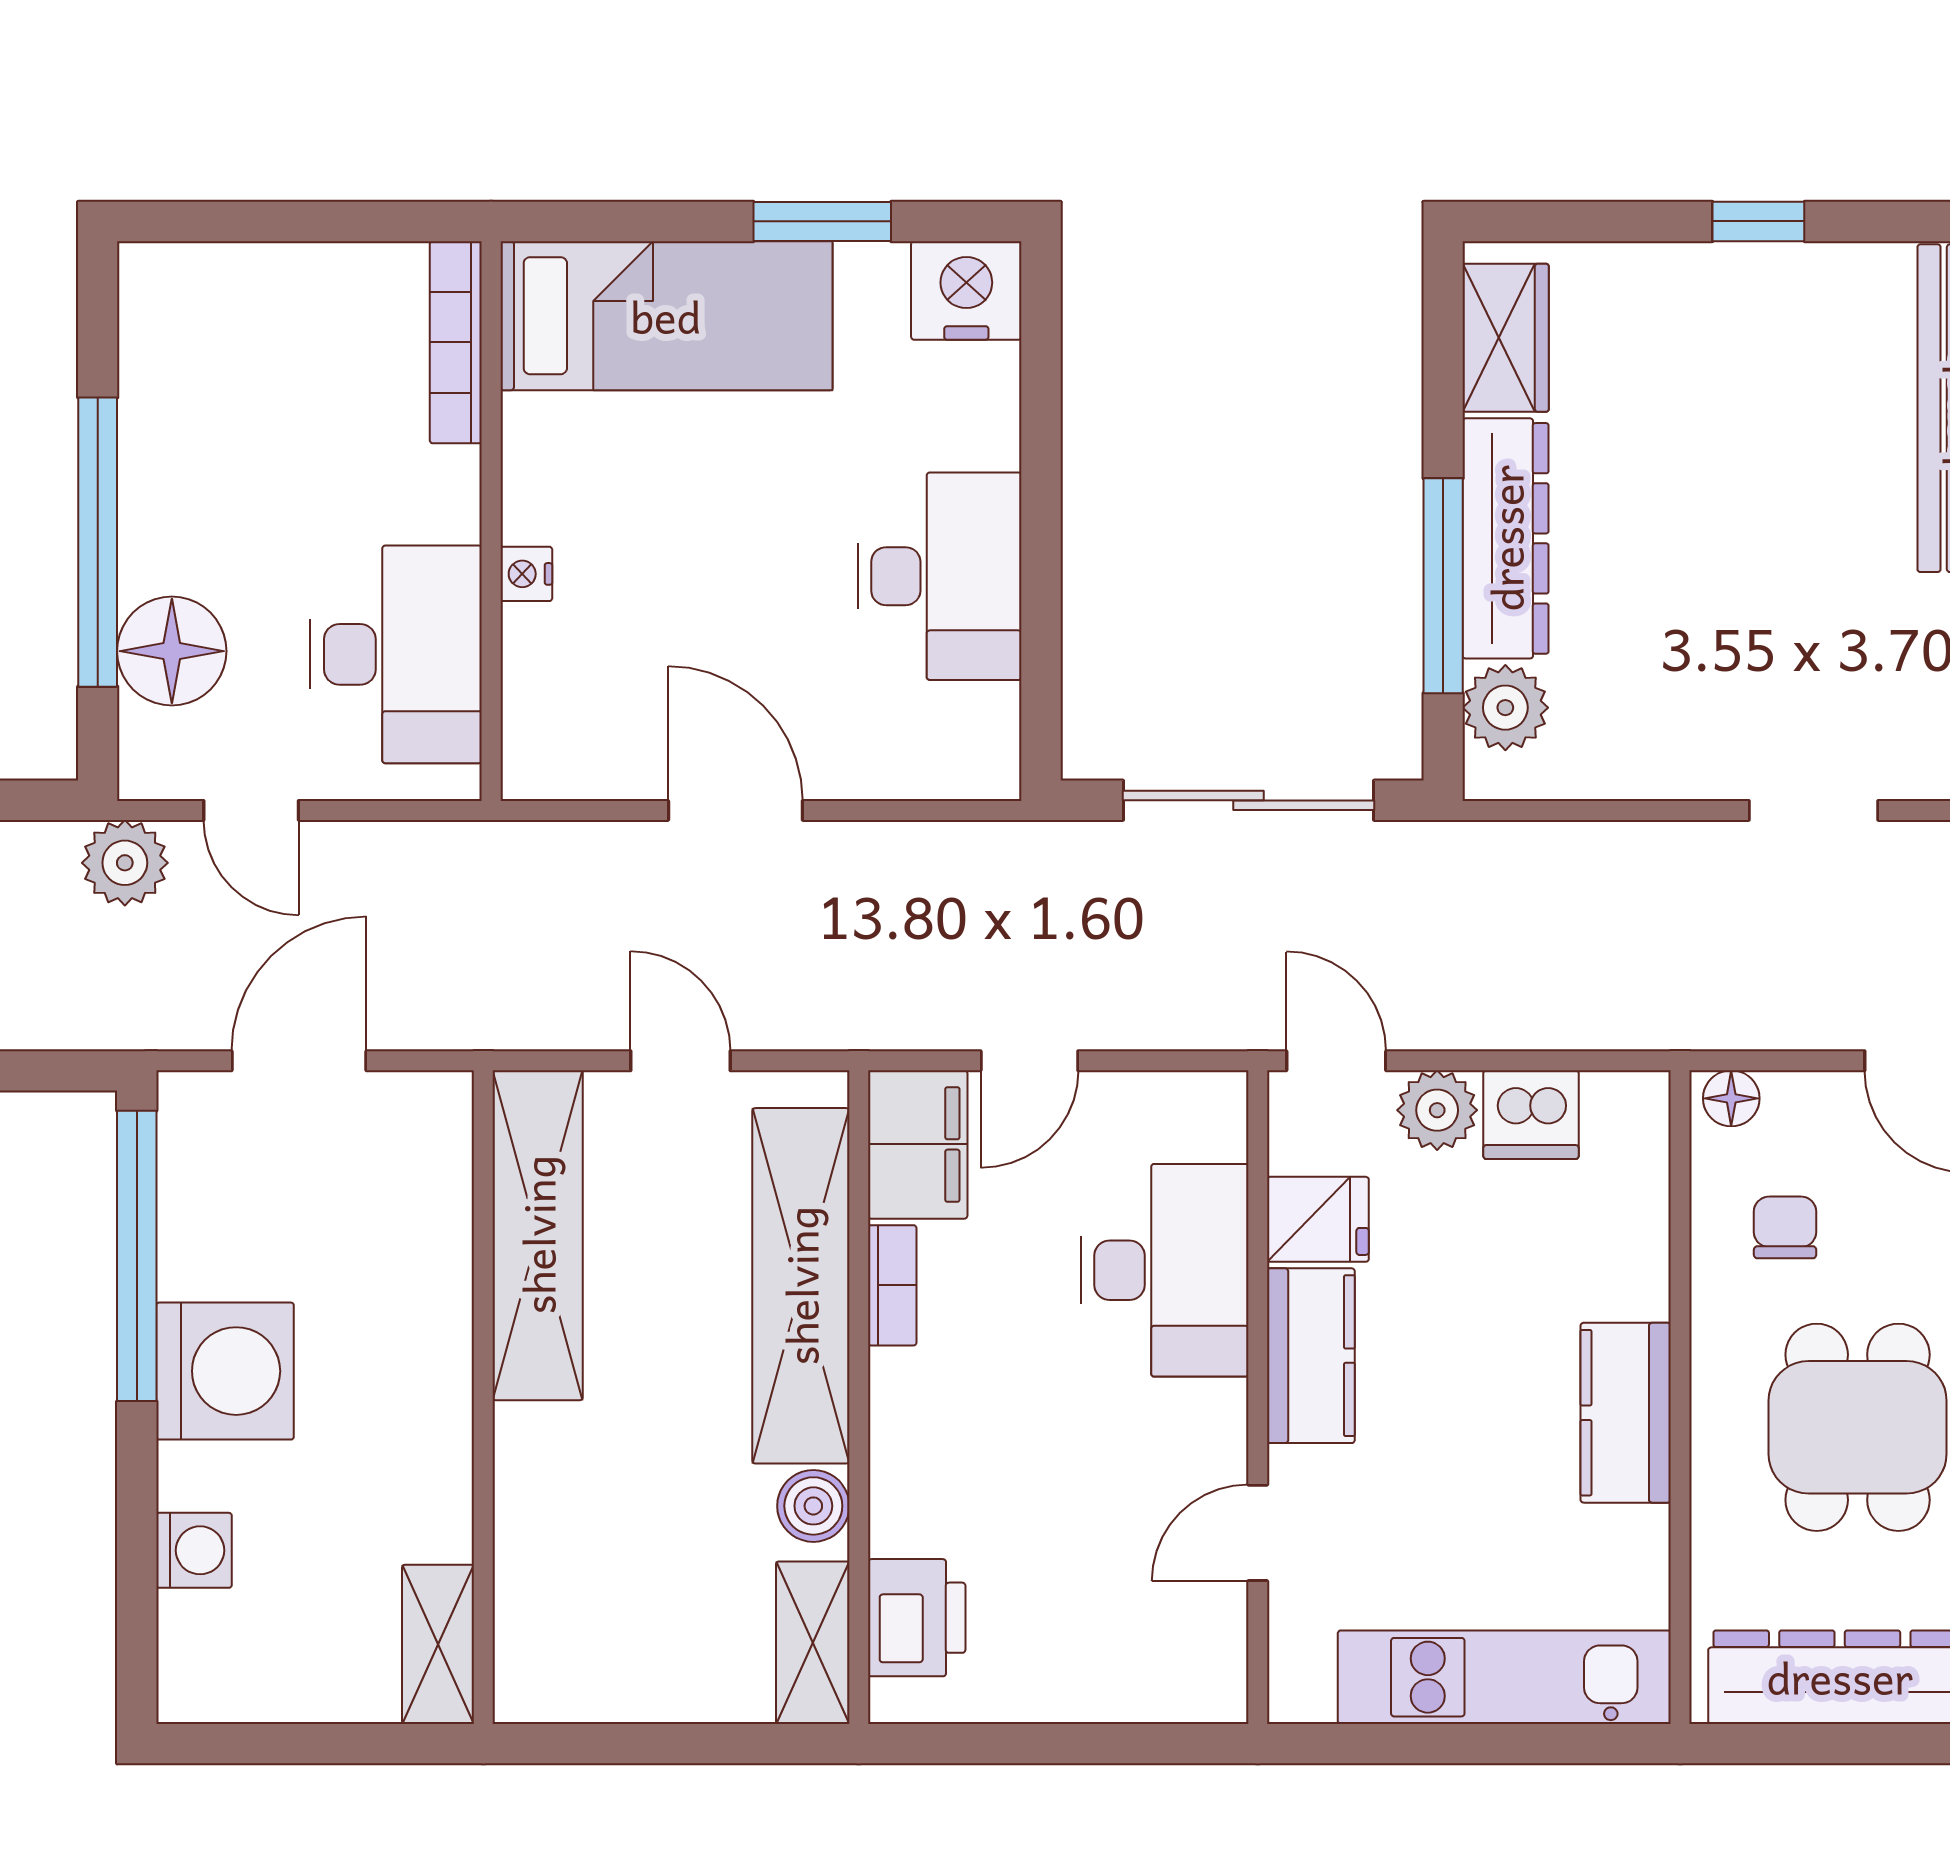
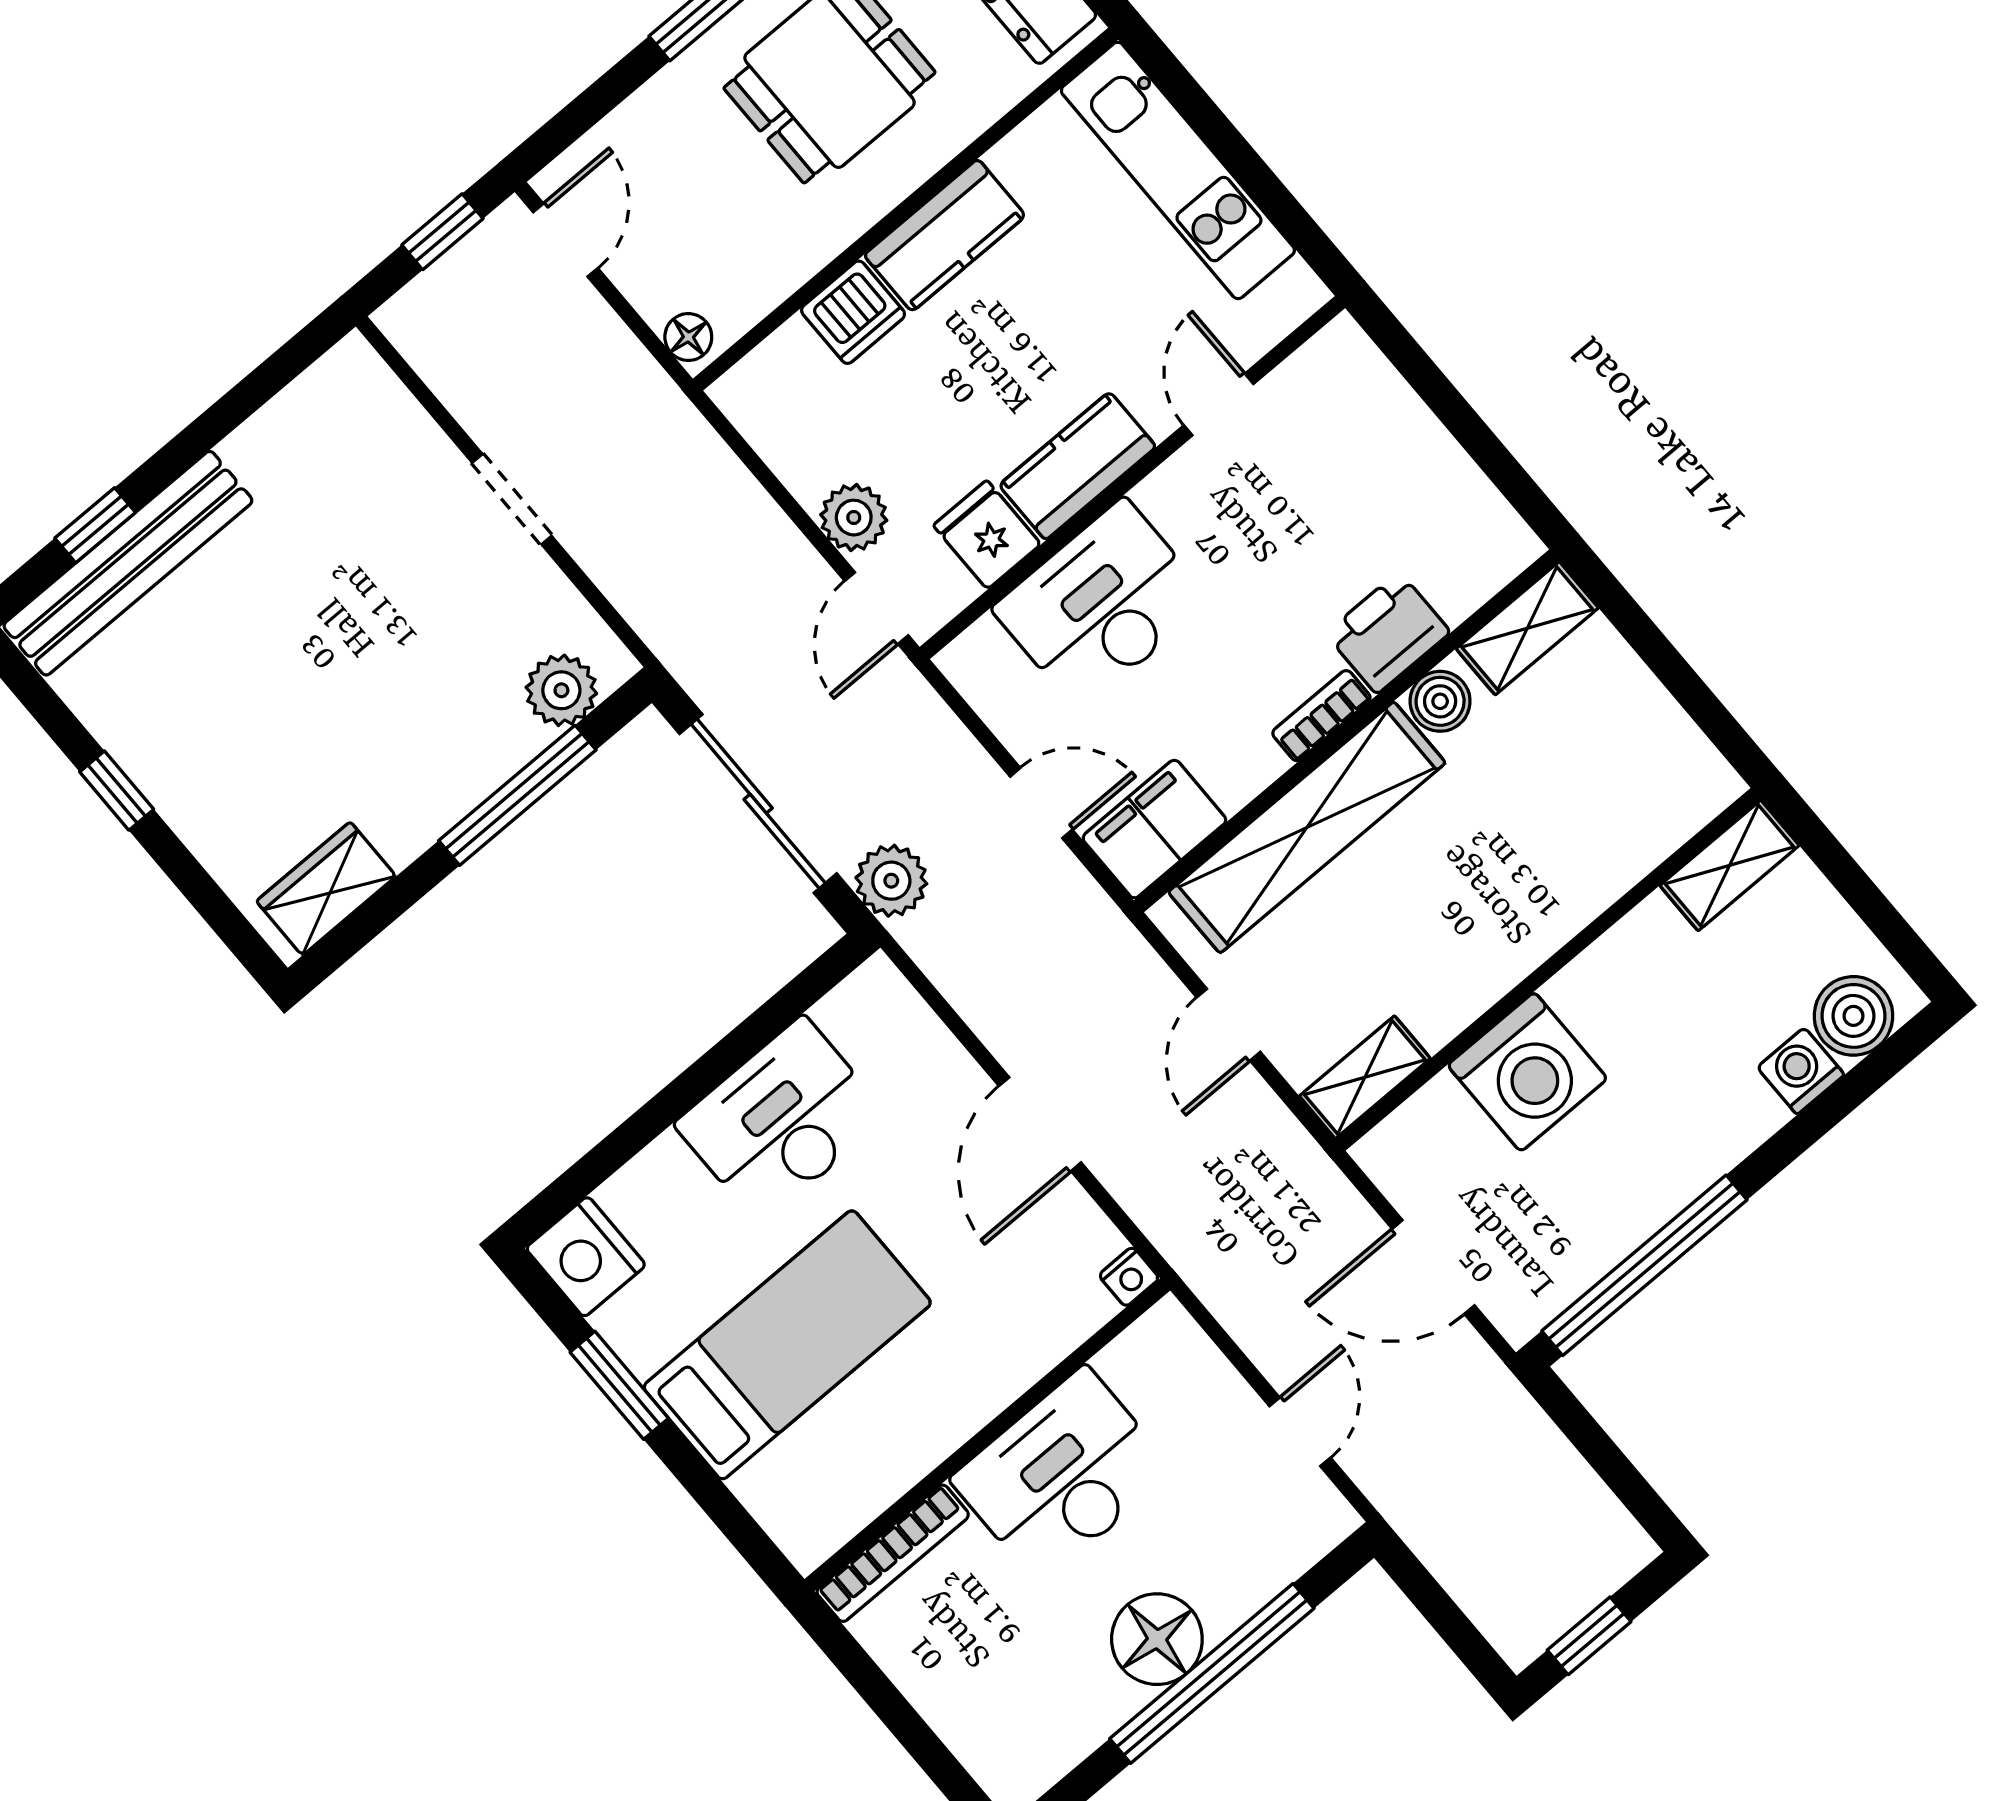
bed: (666, 316) -> (787, 1345), moved, turned 90
dresser: (1506, 538) -> (454, 781), removed
nightstand: (526, 574) -> (1129, 1277), moved
floor lamp: (172, 651) -> (1157, 1639), moved
desk: (396, 654) -> (1062, 1475), moved
doorway: (1814, 810) -> (512, 499), moved
plant: (125, 863) -> (891, 881), moved
dishwasher: (1531, 1115) -> (853, 312), moved, turned 90
chair: (1785, 1227) -> (741, 234), removed
shelving: (538, 1235) -> (1365, 1077), width x0.45, depth x0.75
bookcase: (892, 1285) -> (1321, 716), moved
washing machine: (225, 1371) -> (1527, 1072), moved, turned 180
door: (1258, 1533) -> (1219, 405), swing flipped
printer: (917, 1618) -> (1388, 633), moved
boiler: (204, 1641) -> (1853, 1016), added

